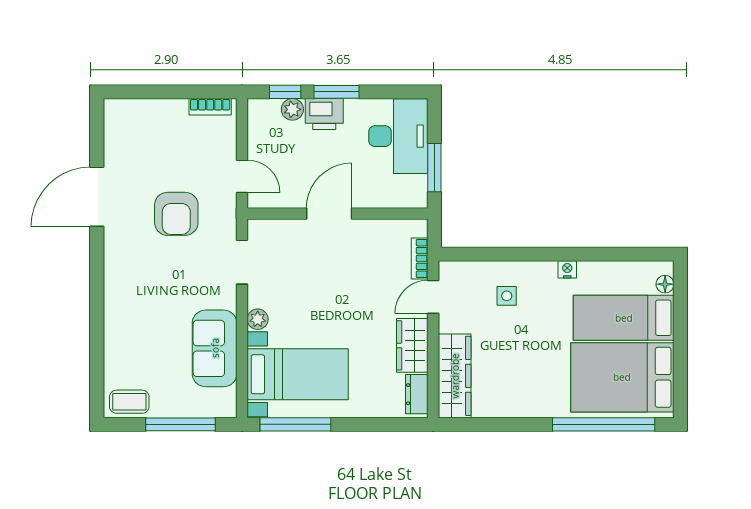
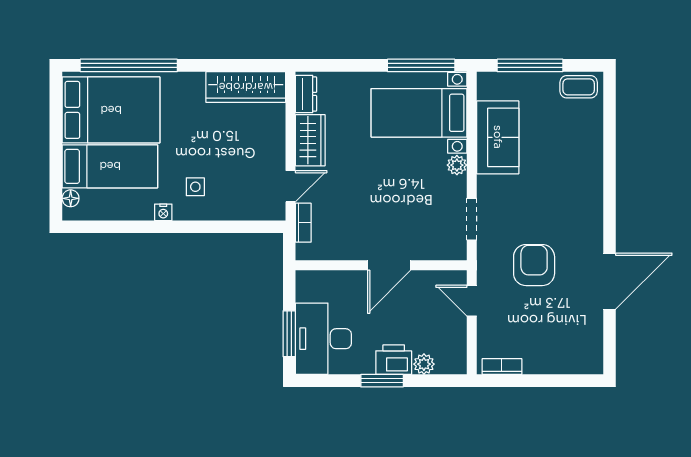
window: (285, 92) -> (431, 381), removed
window: (434, 168) -> (289, 334), moved
side table: (507, 296) -> (195, 187), moved
wardrobe: (455, 376) -> (246, 87), moved, turned -90

